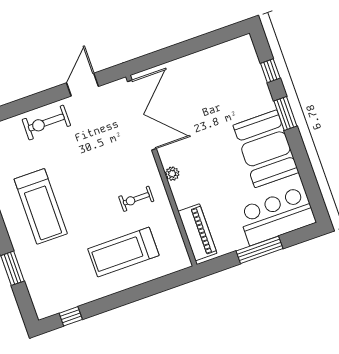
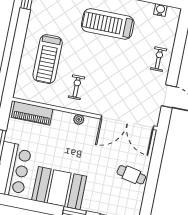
cafe table: (200, 74) -> (131, 175), added
exercise bike: (46, 123) -> (159, 59), width x0.73, depth x0.72
treadmill: (123, 252) -> (48, 59), turned 180

